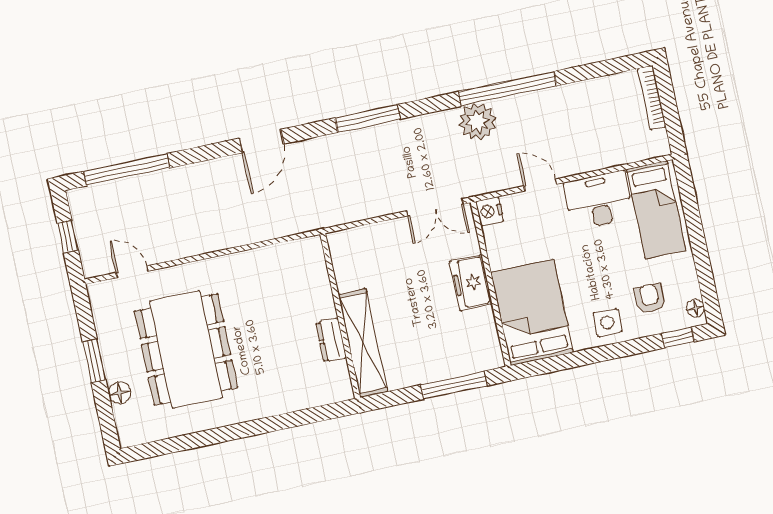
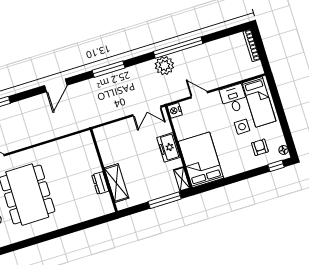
desk: (599, 200) -> (234, 99), width x0.73
side table: (607, 322) -> (242, 127), moved
shelving: (363, 343) -> (117, 183), width x0.68
shelving: (491, 347) -> (182, 179), added

